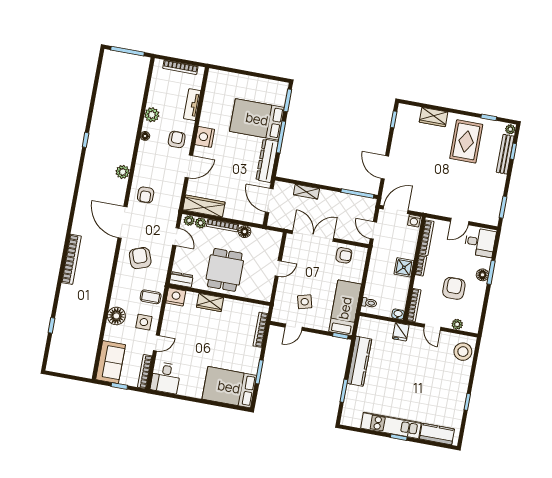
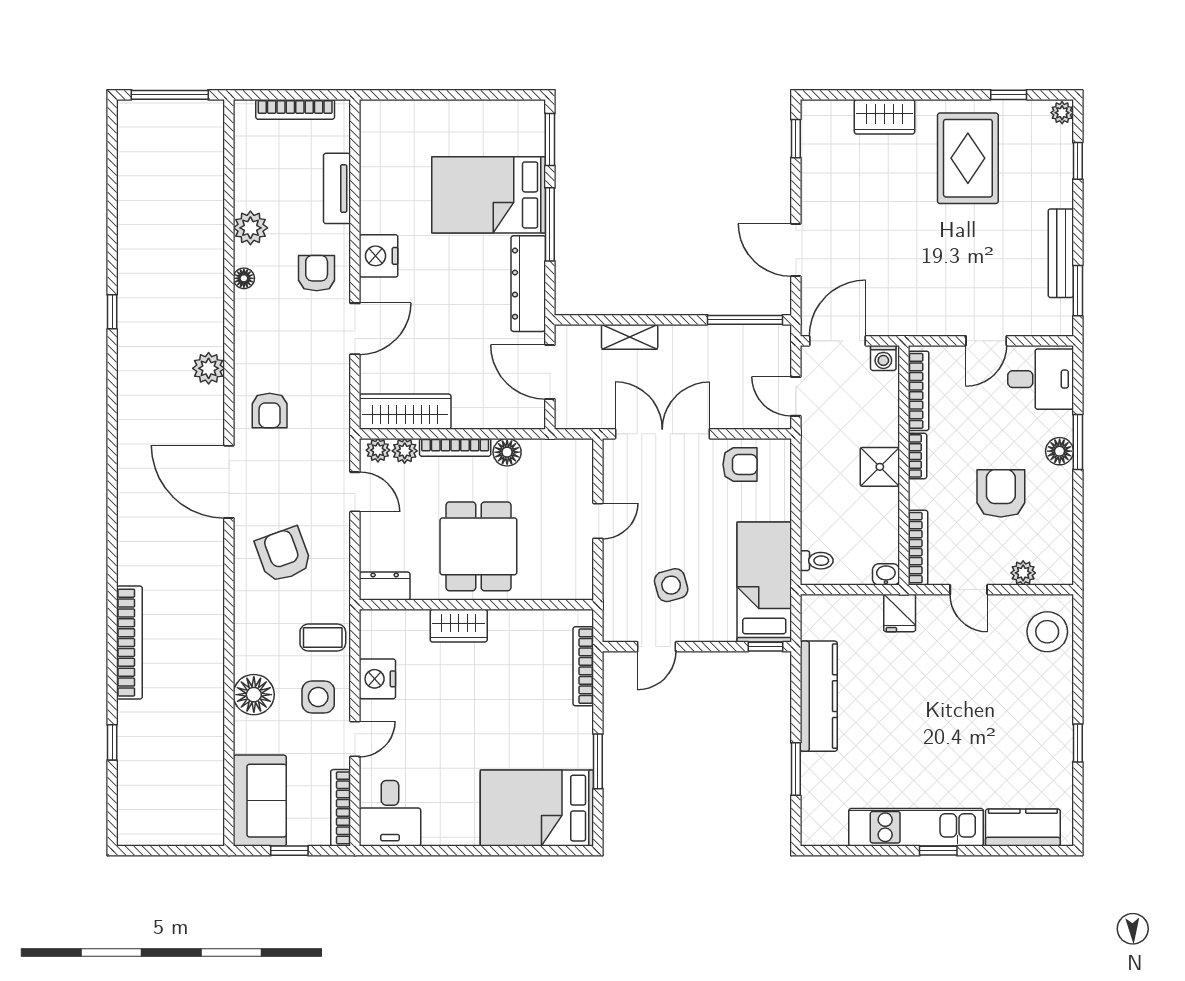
bench: (505, 154) -> (1061, 253), moved
bookcase: (71, 259) -> (129, 643), moved
nightstand: (176, 297) -> (377, 679), moved, turned -90

